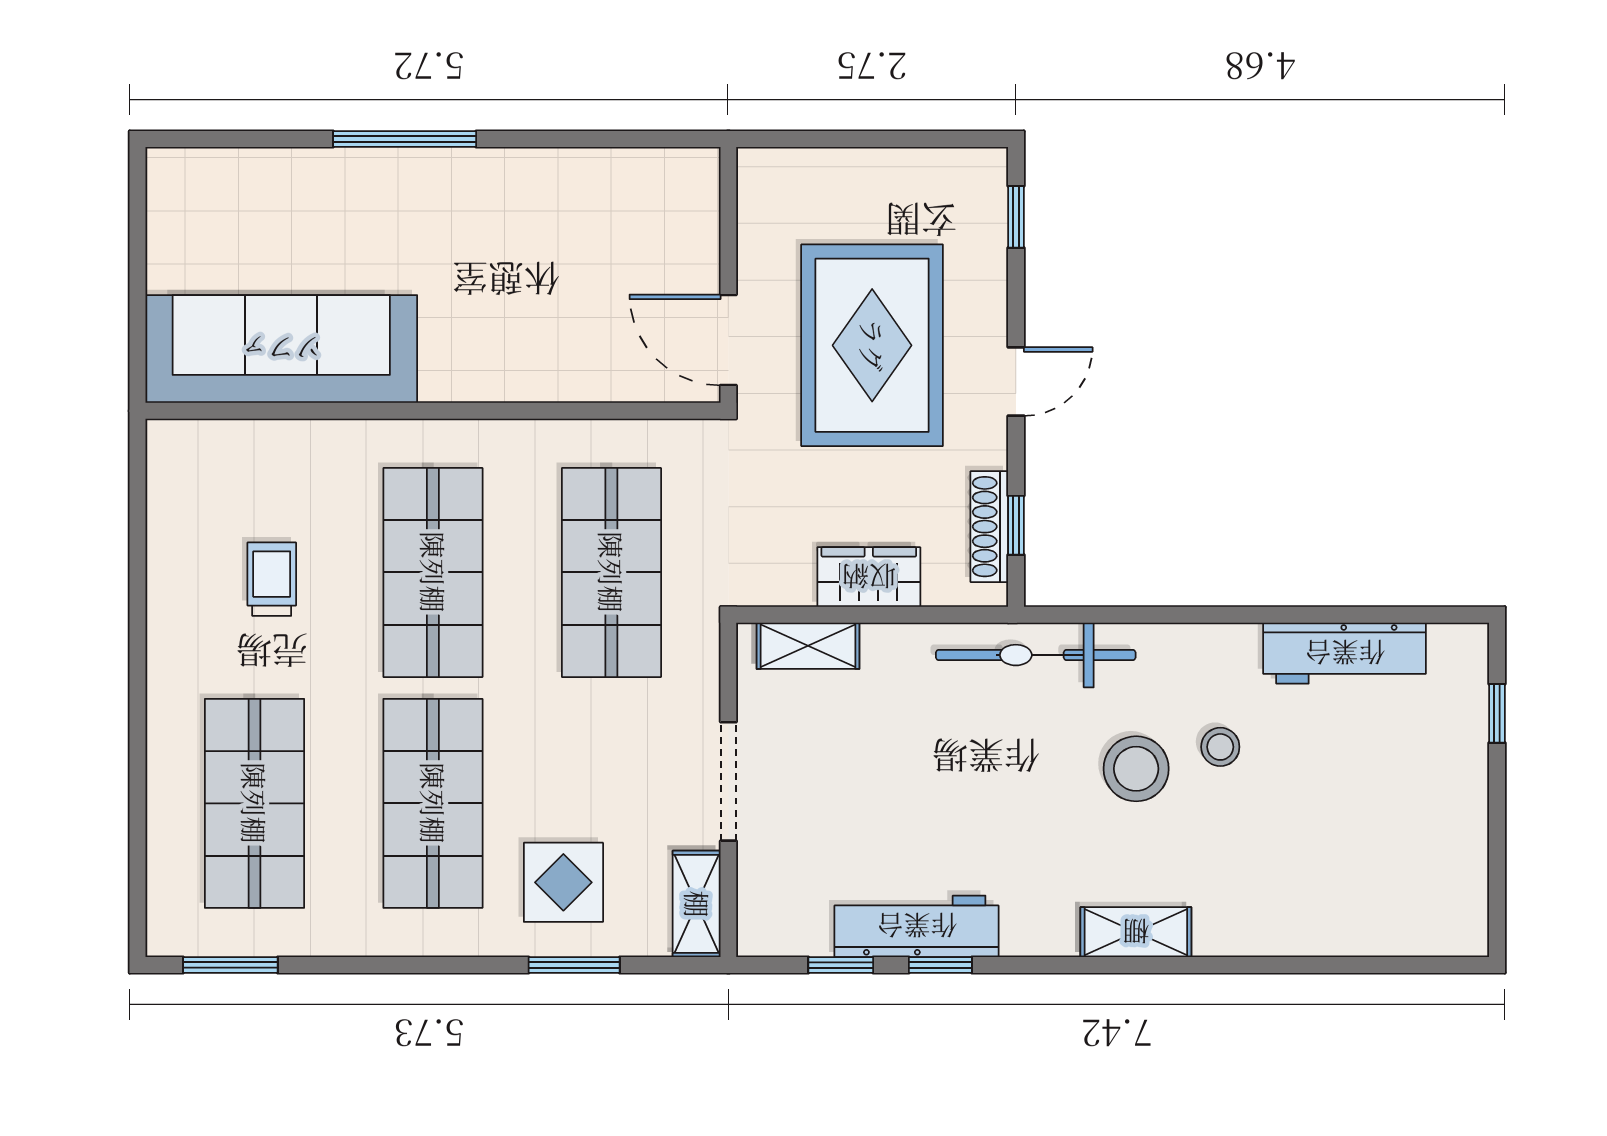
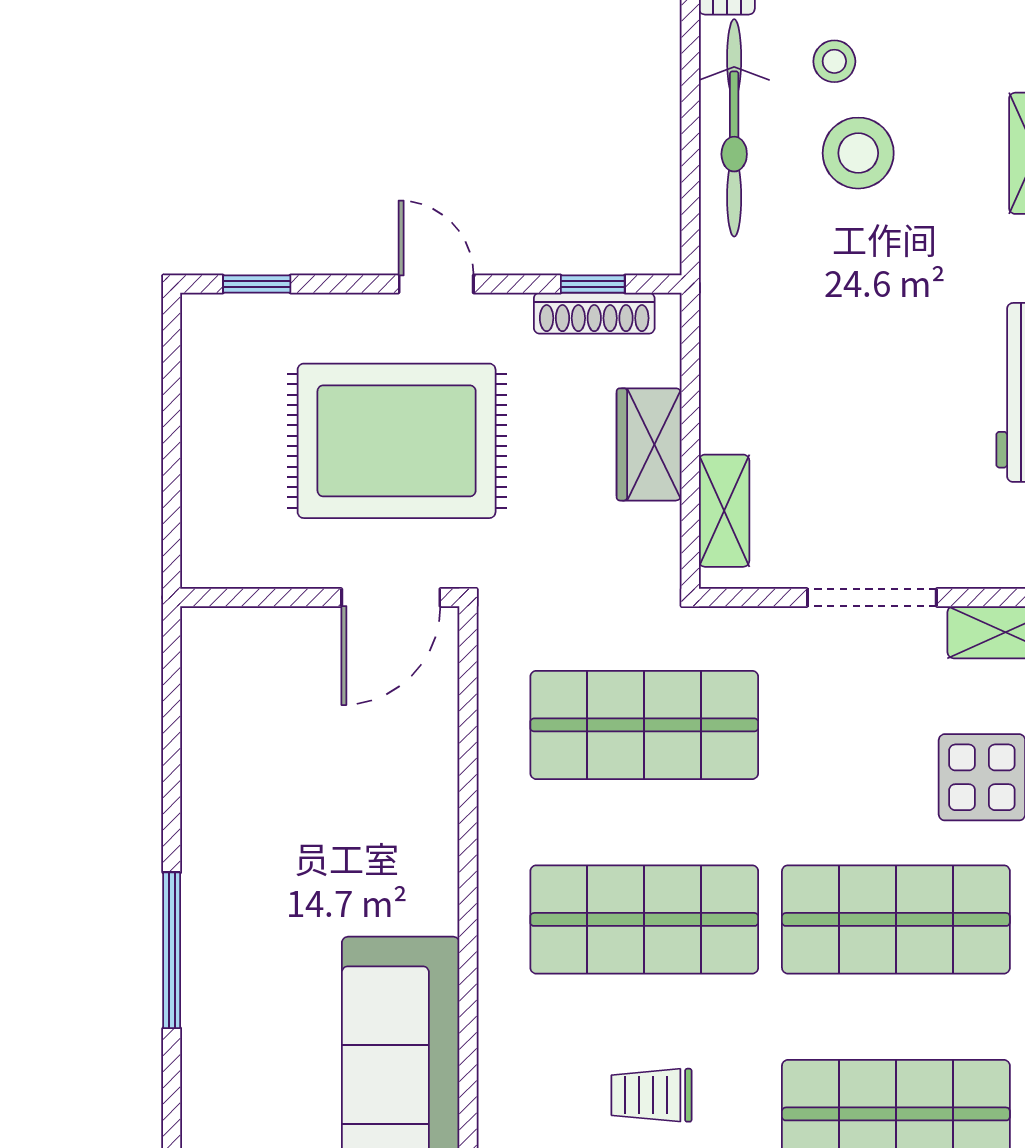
bicycle: (1036, 655) -> (734, 128), moved

